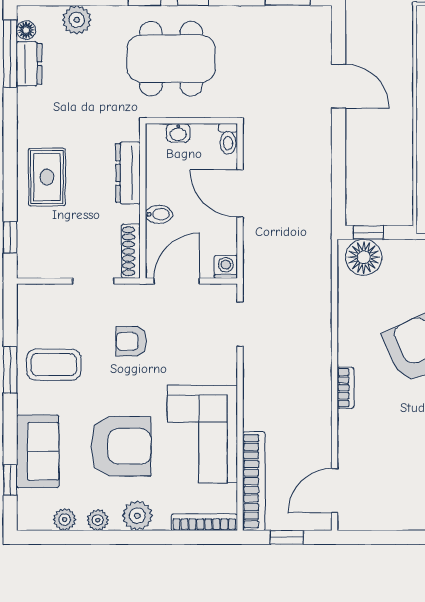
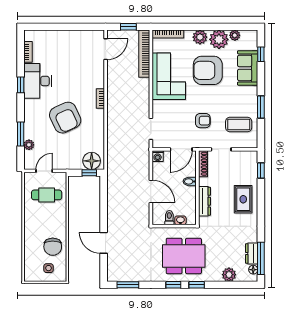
toilet: (228, 139) -> (169, 218), moved
coffee table: (54, 365) -> (239, 125), moved
plant: (98, 520) -> (219, 39), width x1.87, depth x1.87

